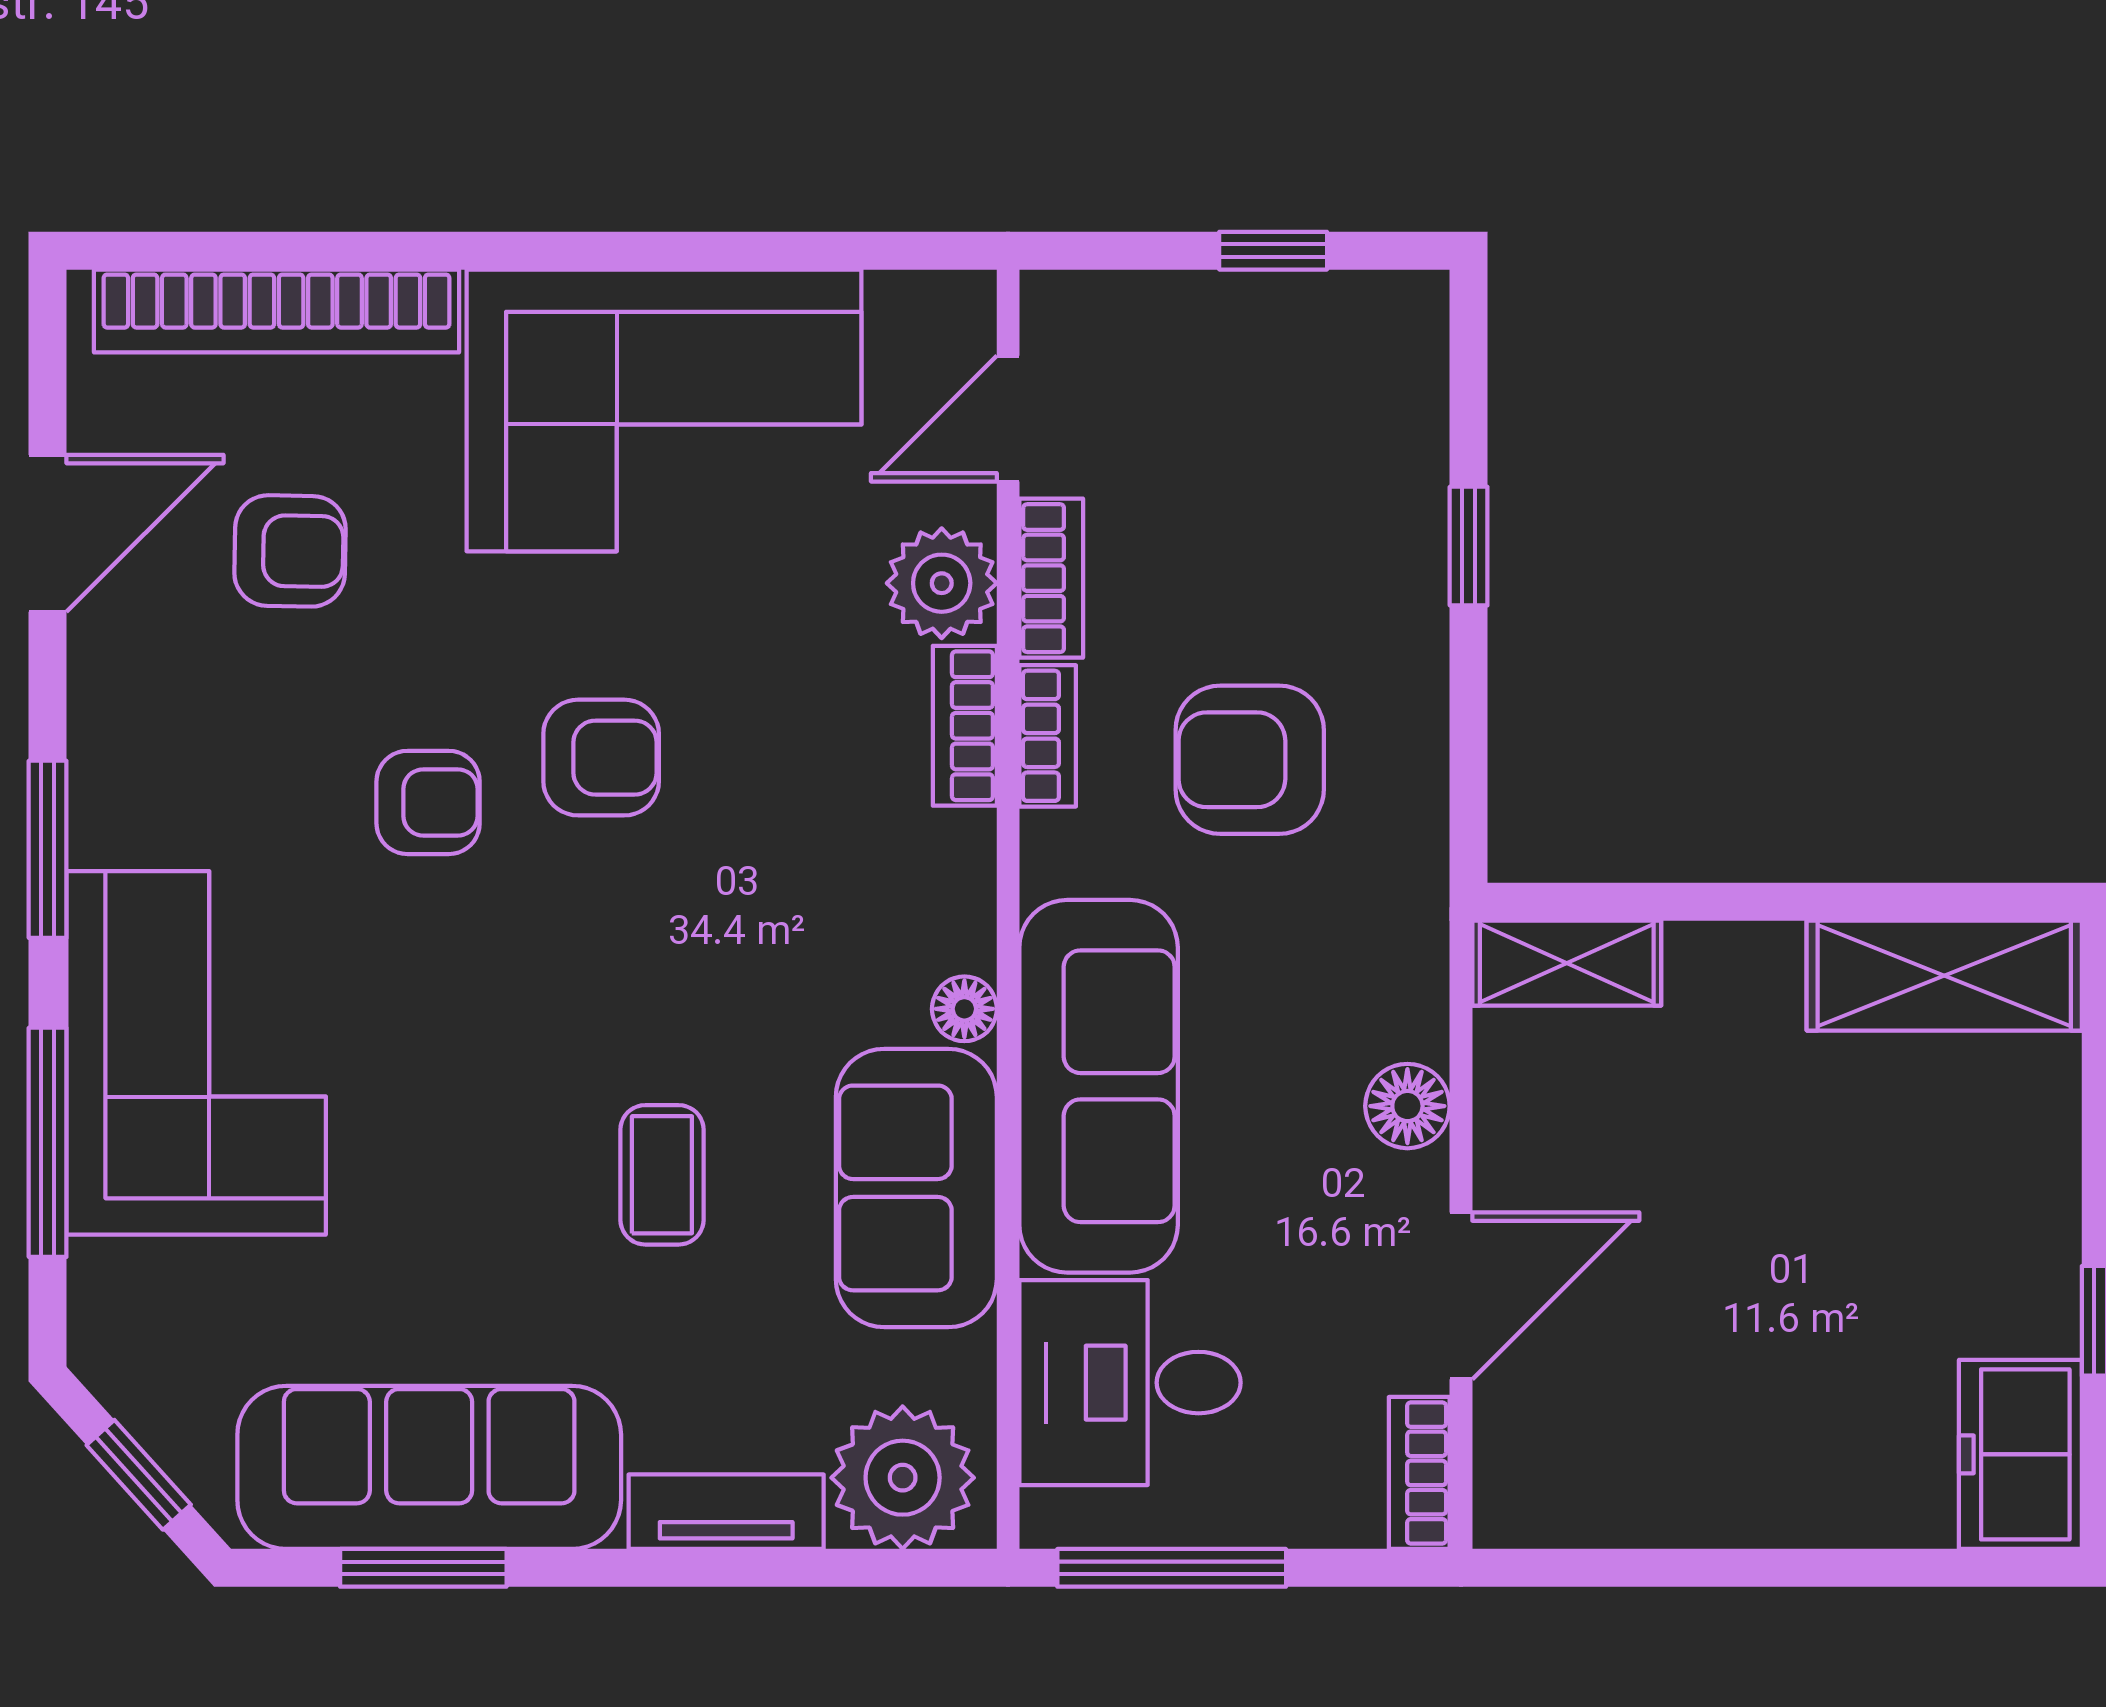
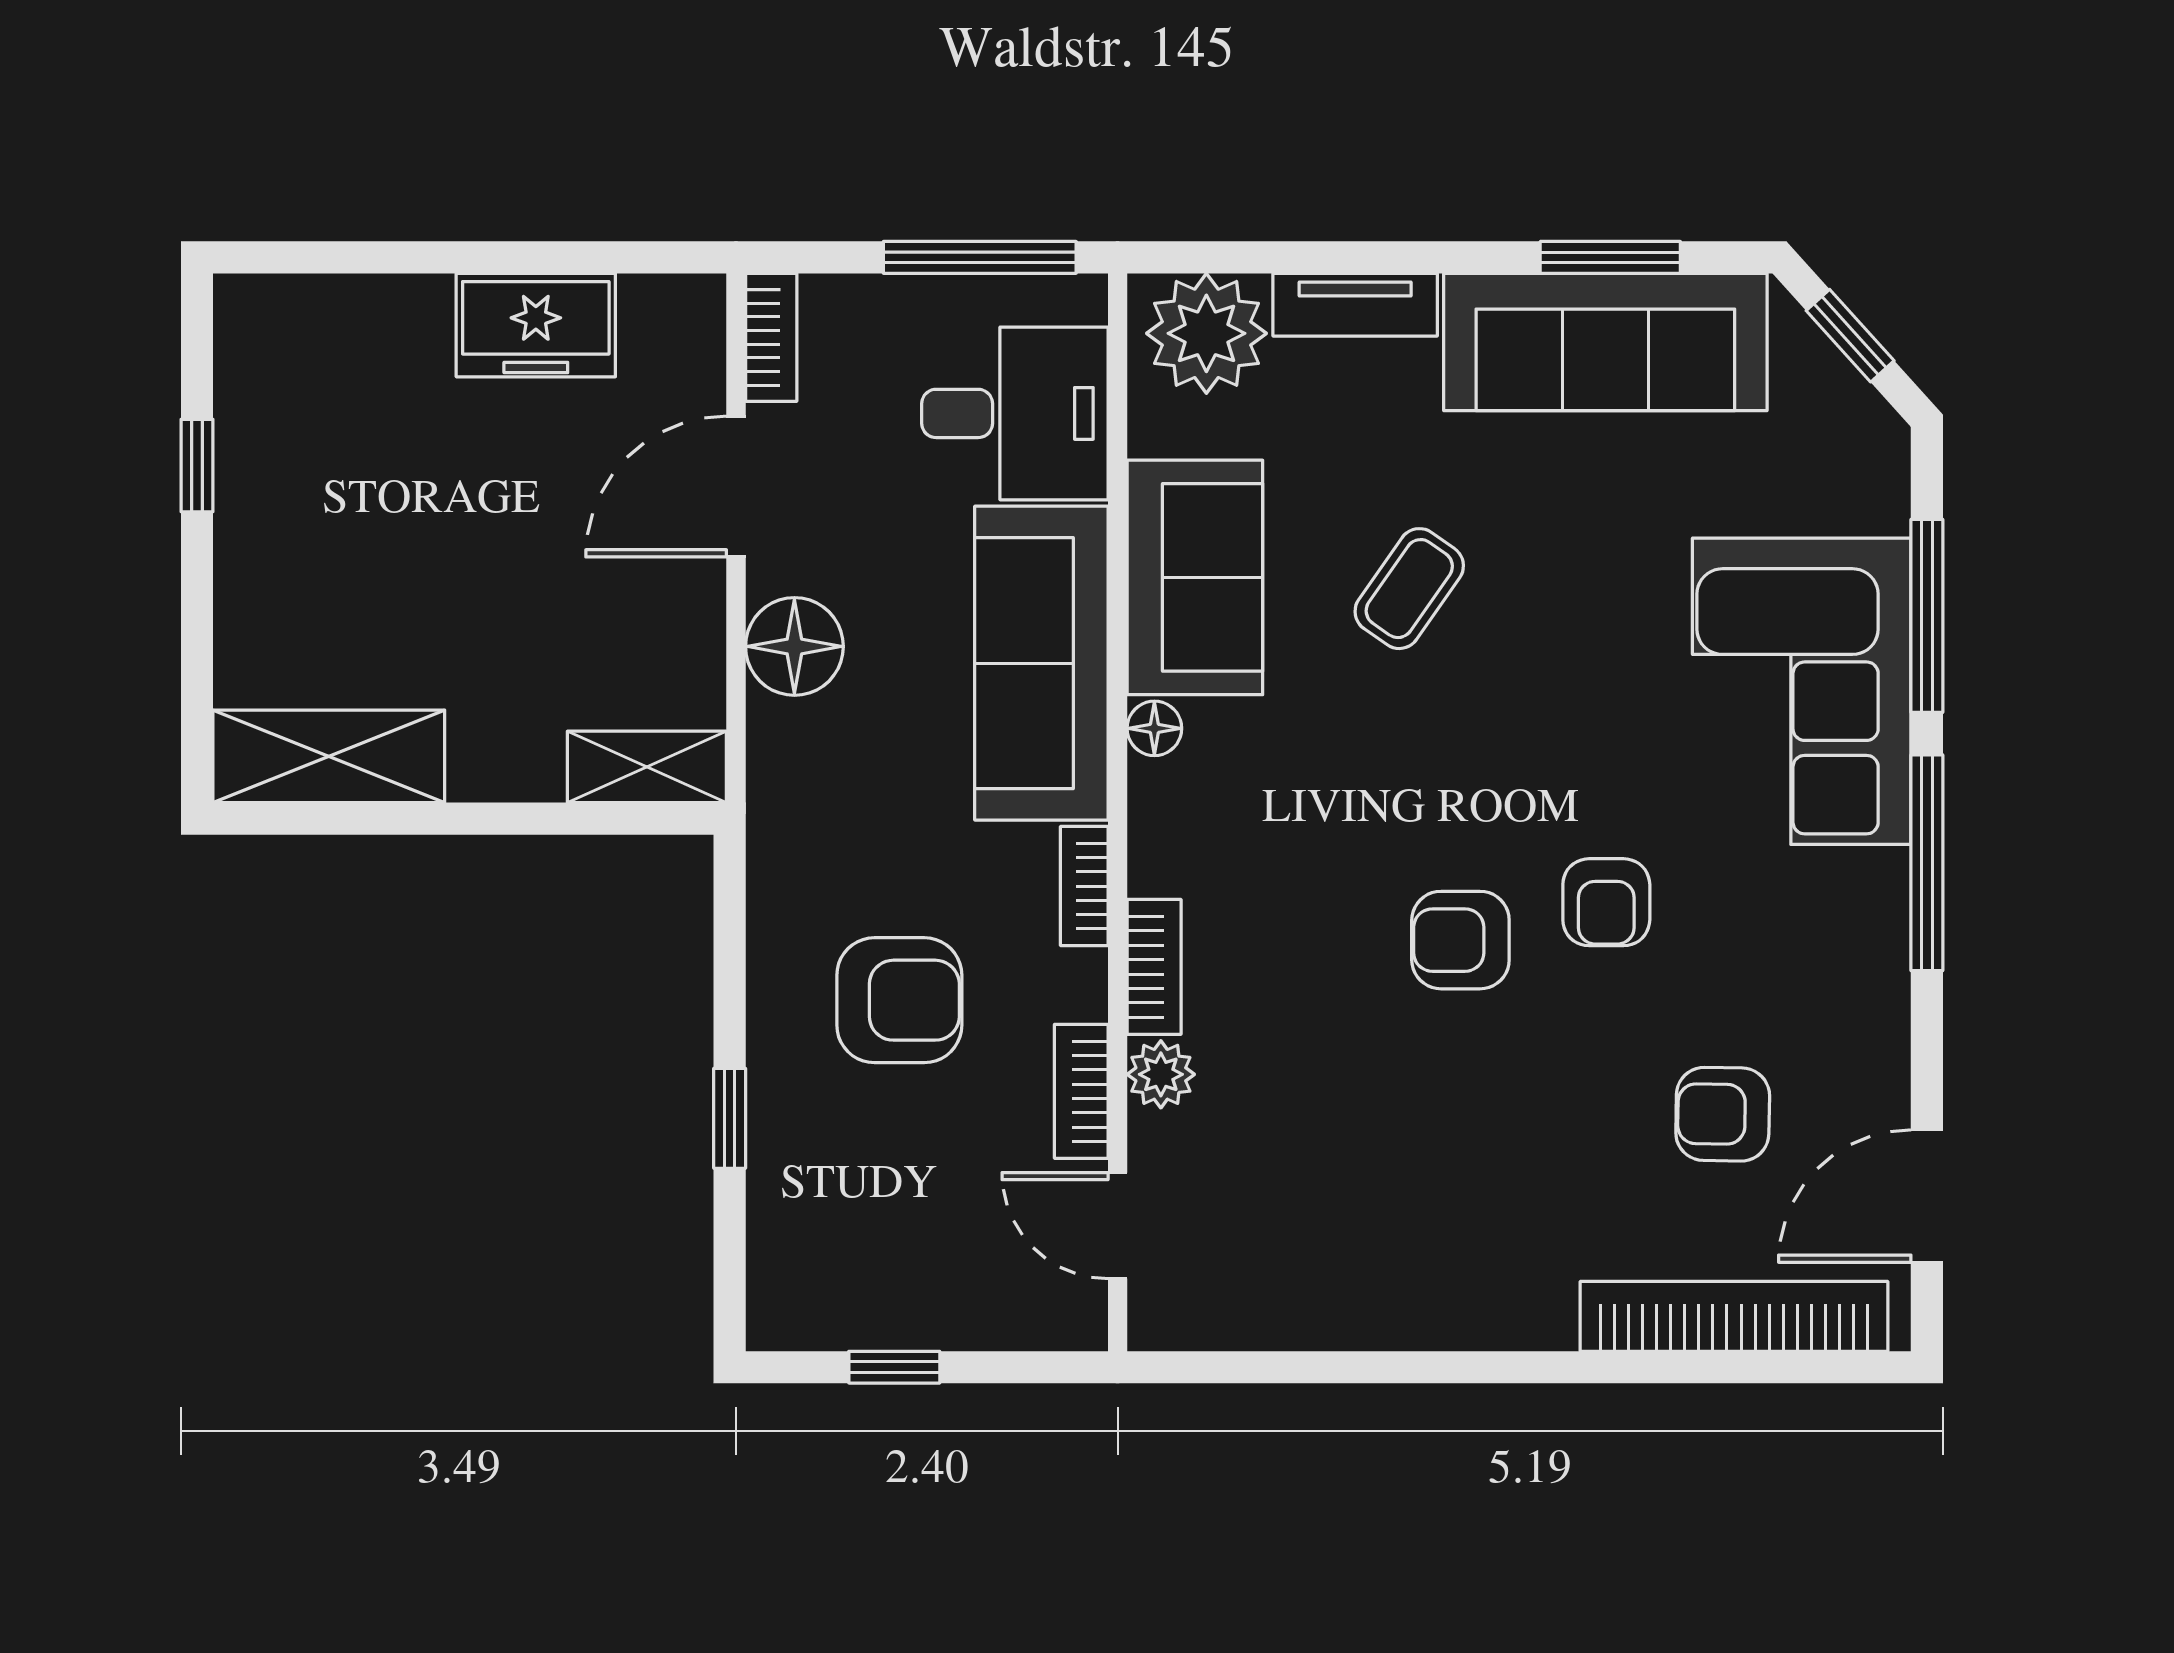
corner sofa: (664, 410) -> (1407, 1233), removed
door: (1008, 419) -> (1118, 1226), swing flipped
door: (48, 533) -> (1927, 1196), moved
plant: (942, 583) -> (1161, 1074), width x0.73, depth x0.73
bookcase: (1048, 736) -> (1084, 886), moved
armchair: (1250, 760) -> (899, 1000), moved
armchair: (428, 802) -> (1606, 902), turned -90
window: (48, 849) -> (1927, 863), width x1.44
floor lamp: (1407, 1106) -> (794, 646), width x1.38, depth x1.38
coffee table: (662, 1175) -> (1409, 589), turned 35
freezer: (2020, 1454) -> (536, 325), moved, turned 90

